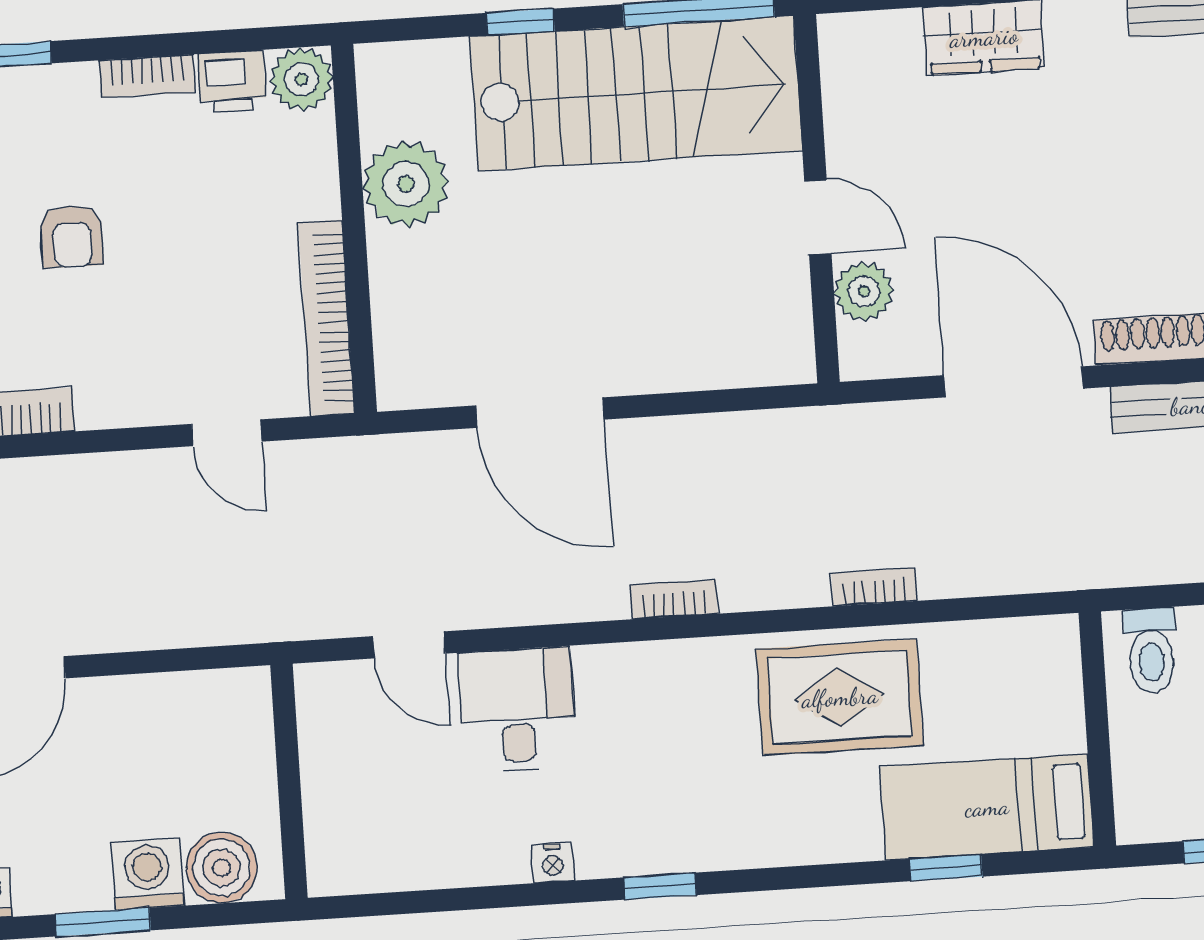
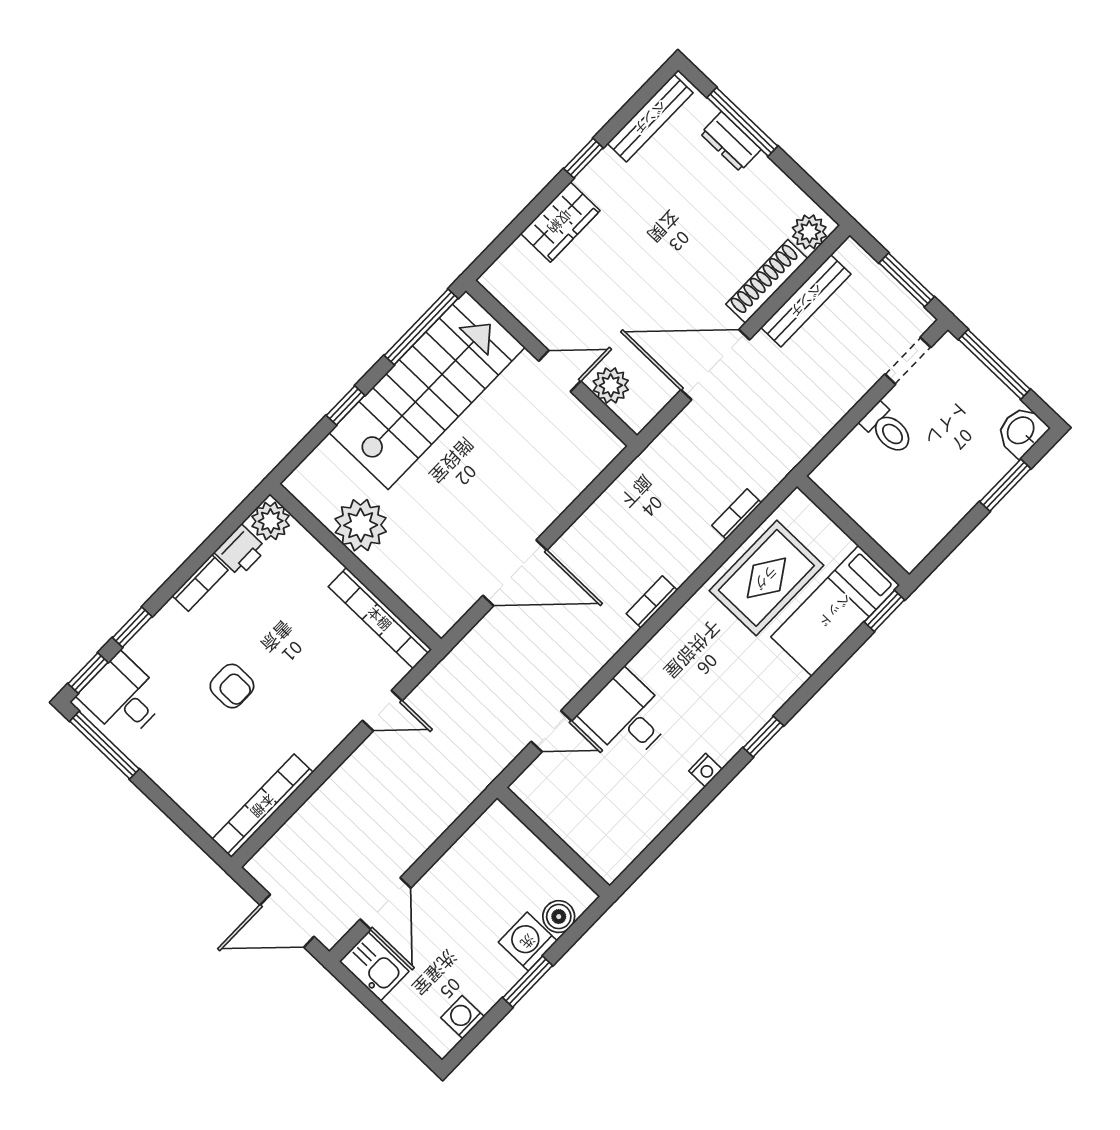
wall: (1097, 729) -> (853, 531), moved
bed: (987, 807) -> (835, 611), moved
boiler: (222, 868) -> (559, 917), width x0.73, depth x0.73

